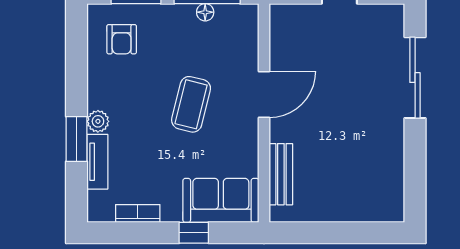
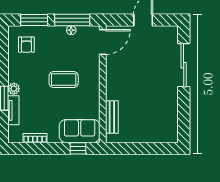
door: (264, 95) -> (103, 42), moved
coffee table: (191, 104) -> (64, 80), turned 76
window: (194, 233) -> (78, 148), moved

